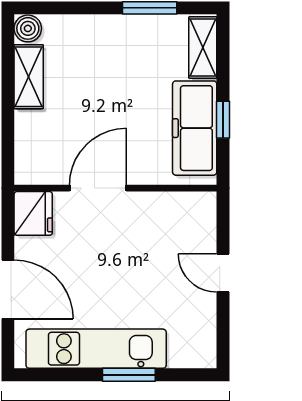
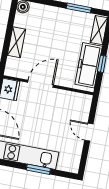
shelving: (29, 77) -> (17, 42), moved

